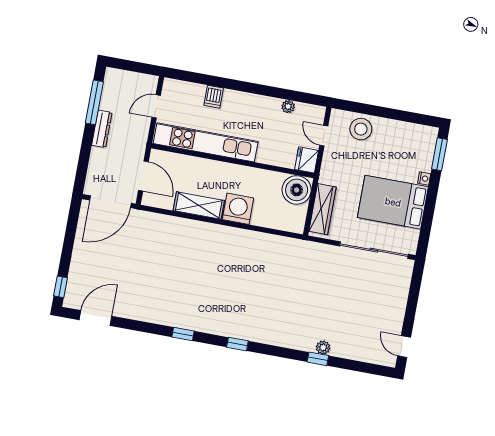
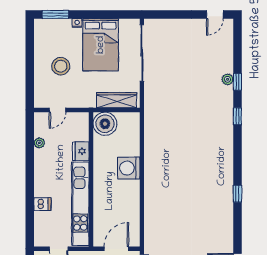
stool: (361, 129) -> (61, 66), moved
fridge: (307, 160) -> (81, 151), moved, turned 90
shelving: (199, 205) -> (132, 200), removed
window: (237, 344) -> (237, 116), moved

